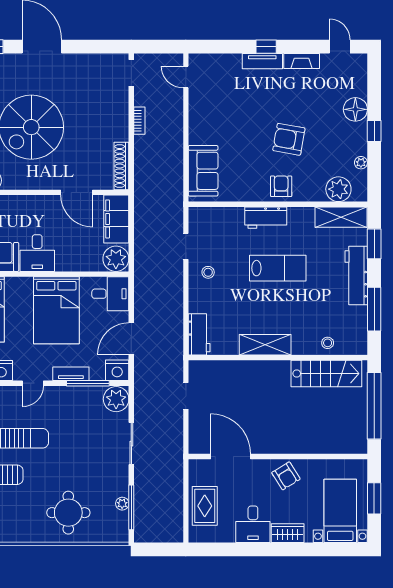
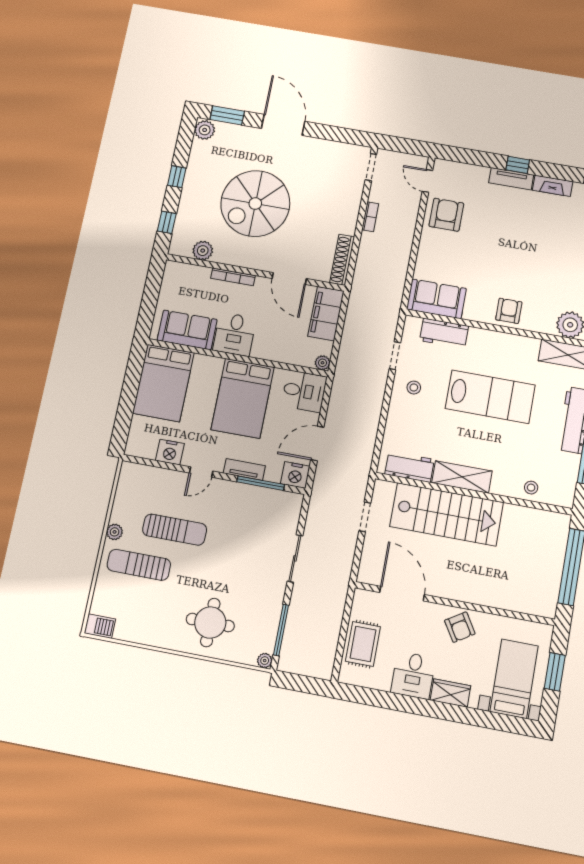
armchair: (289, 139) -> (446, 215), moved, turned 80
sofa: (203, 171) -> (436, 299), moved, turned -90
bookcase: (25, 200) -> (233, 277), added
workbench: (266, 218) -> (444, 333), moved
plant: (116, 259) -> (323, 363), width x0.53, depth x0.53
lab bench: (278, 268) -> (490, 397), width x1.36, depth x1.39
workbench: (199, 334) -> (410, 467), moved, turned -90
stairs: (326, 373) -> (447, 514), moved, width x1.36, depth x1.51
plant: (116, 399) -> (288, 506), removed
plant: (122, 504) -> (265, 661), moved

